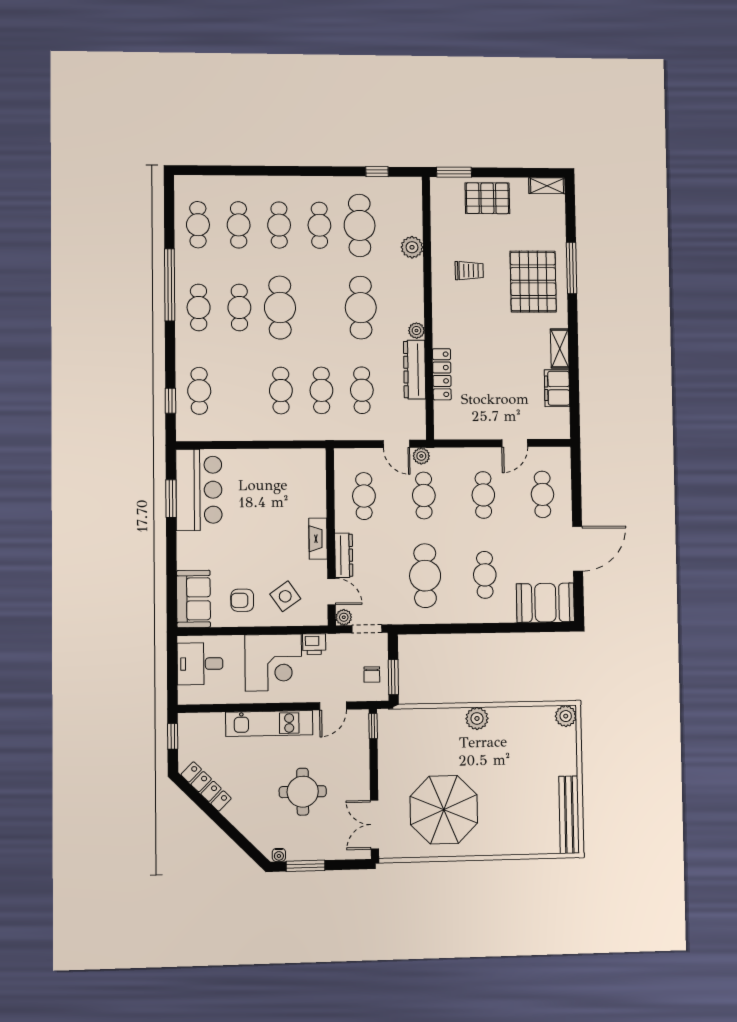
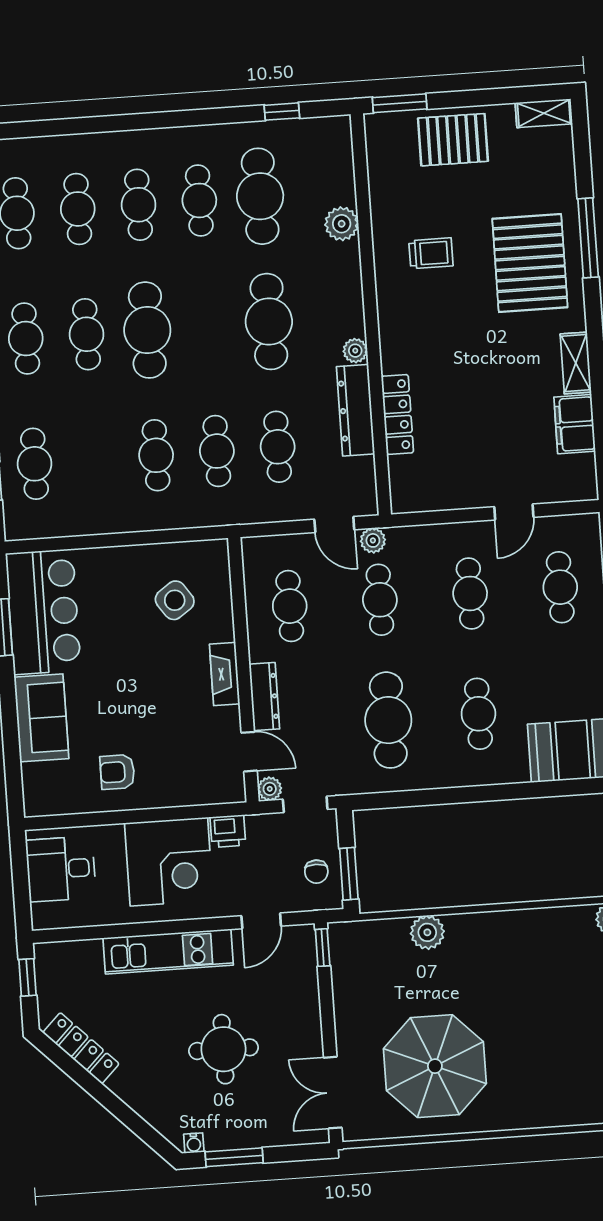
side table: (285, 596) -> (175, 600), moved
sofa: (193, 599) -> (41, 718), moved
plant: (477, 718) -> (427, 932), moved

